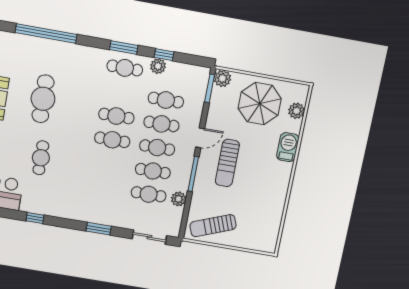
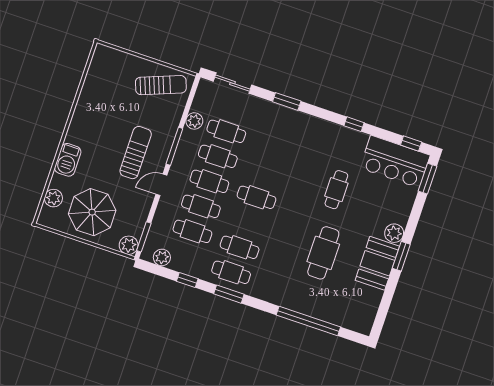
plant: (158, 66) -> (162, 257), moved
cafe table: (116, 116) -> (240, 247), moved

